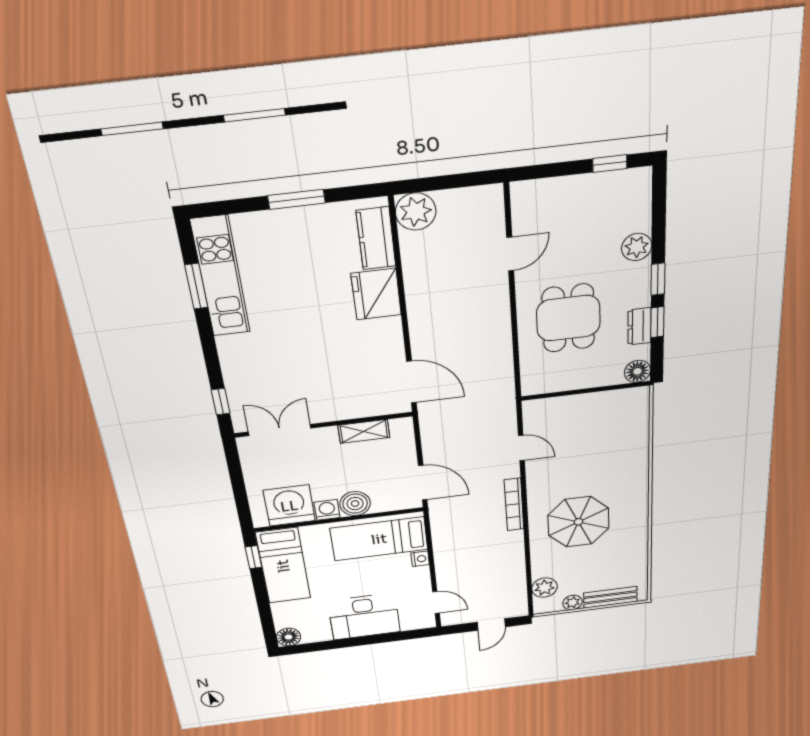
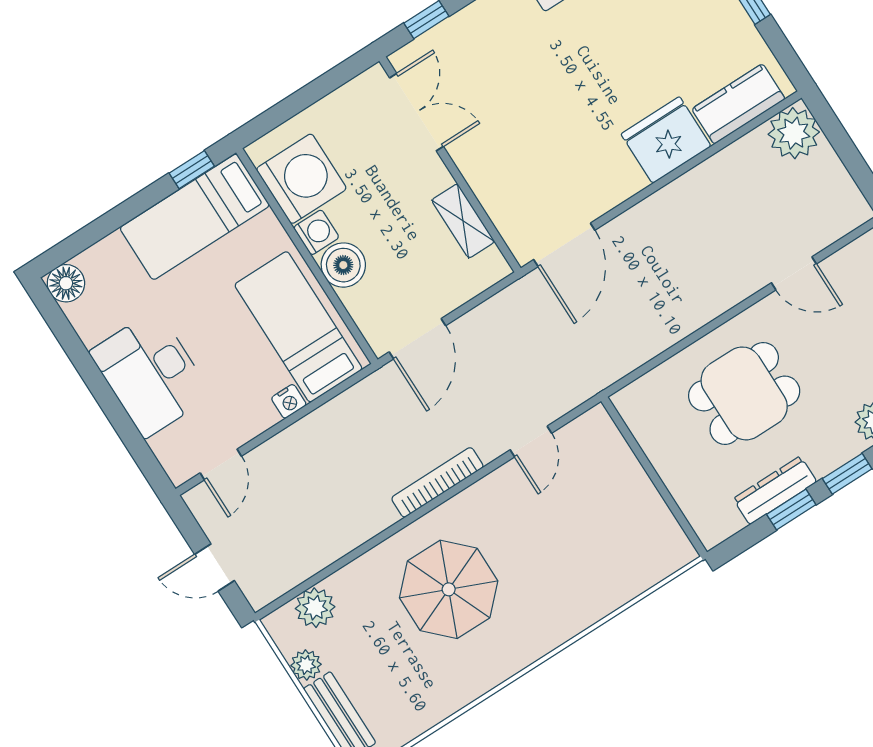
dresser: (639, 326) -> (775, 490), width x1.44
floor lamp: (637, 371) -> (712, 527), removed

